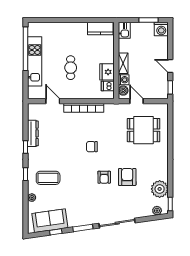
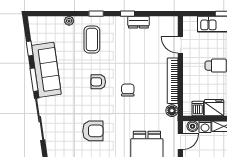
door: (53, 101) -> (180, 45), swing flipped
floor lamp: (110, 108) -> (172, 111), added
dresser: (33, 133) -> (138, 22), width x0.70
armchair: (104, 177) -> (98, 82), moved
sofa: (50, 221) -> (46, 70), moved, width x1.36

